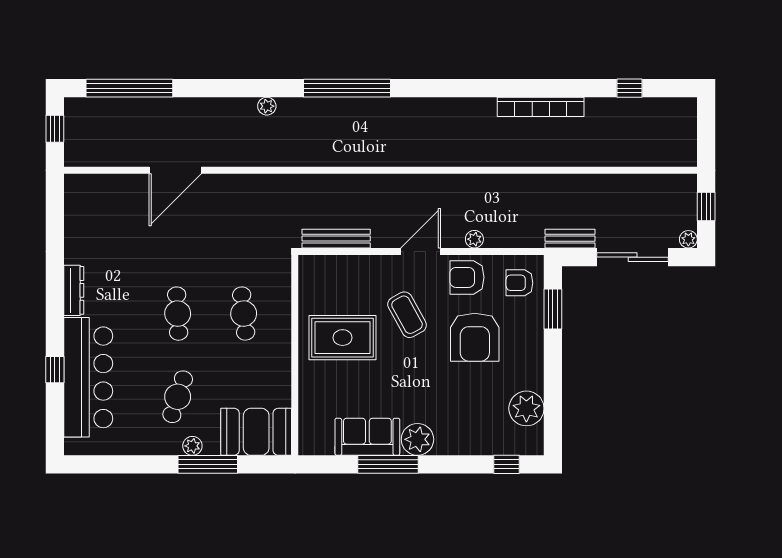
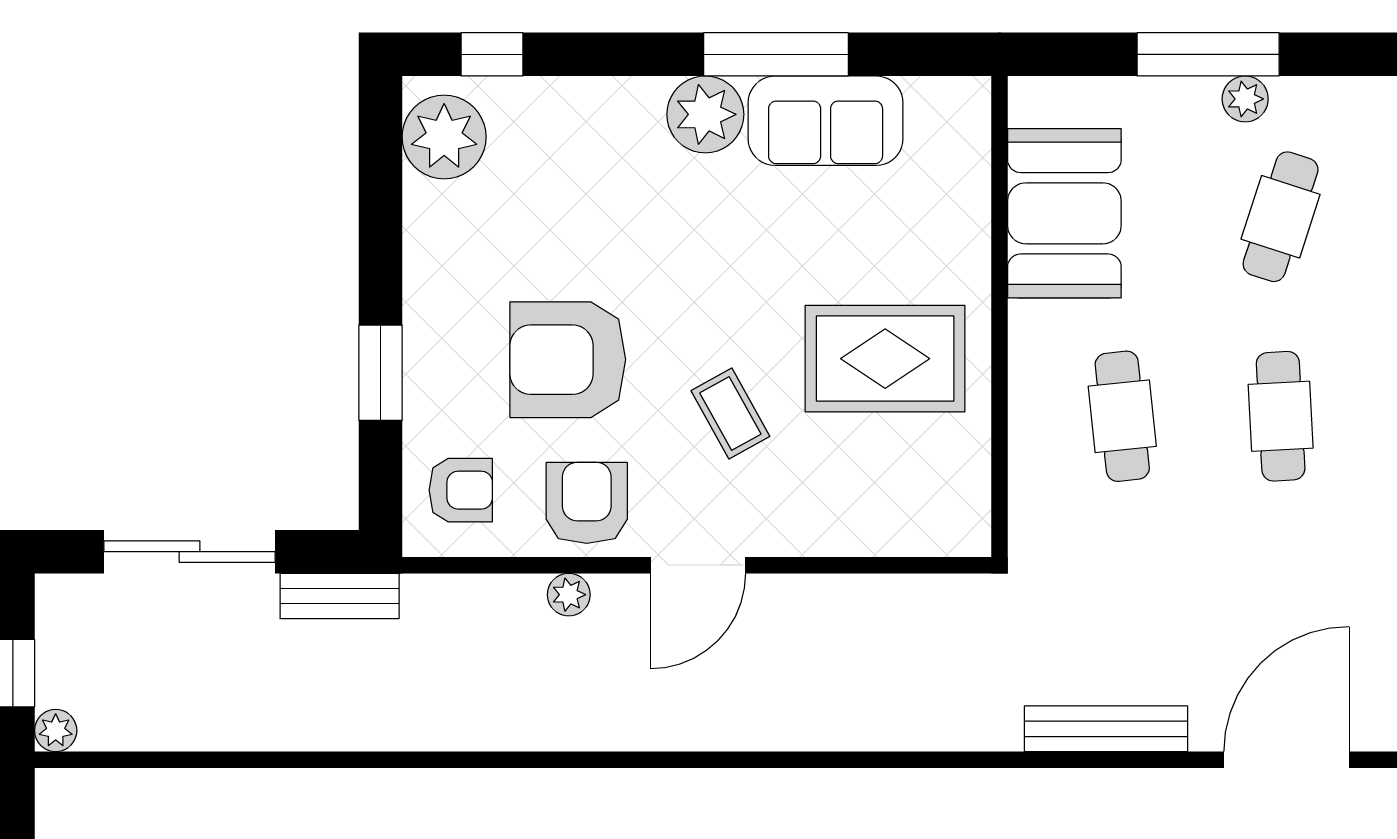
bench: (336, 239) -> (1106, 729), moved
plant: (688, 239) -> (56, 731), moved
armchair: (467, 277) -> (587, 503), turned -90
window: (553, 309) -> (381, 373), moved
coffee table: (407, 315) -> (730, 414), width x0.73, depth x0.77
armchair: (475, 337) -> (568, 360), turned -90
plant: (526, 408) -> (444, 137), moved
booth: (256, 432) -> (1064, 213), moved, turned 90

